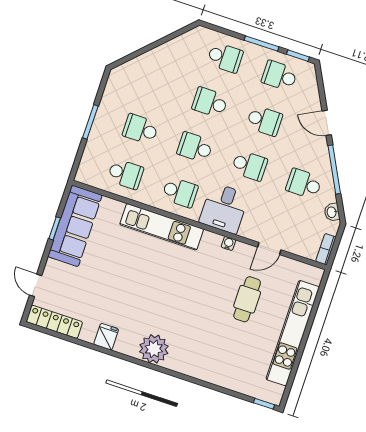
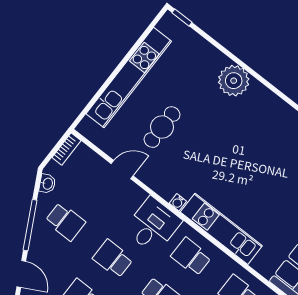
water cooler: (228, 243) -> (178, 202), moved
plant: (154, 349) -> (234, 81), moved

